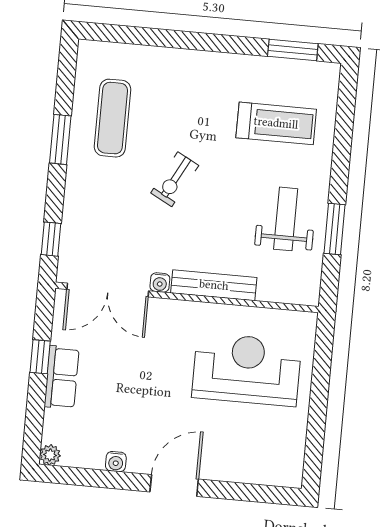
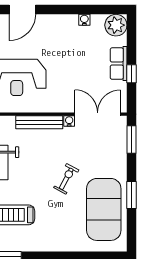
exercise mat: (113, 118) -> (104, 209), width x2.00, depth x1.45
window: (51, 239) -> (132, 139), width x1.50
plant: (50, 455) -> (116, 25), width x1.87, depth x1.87
door: (174, 485) -> (22, 10), moved

